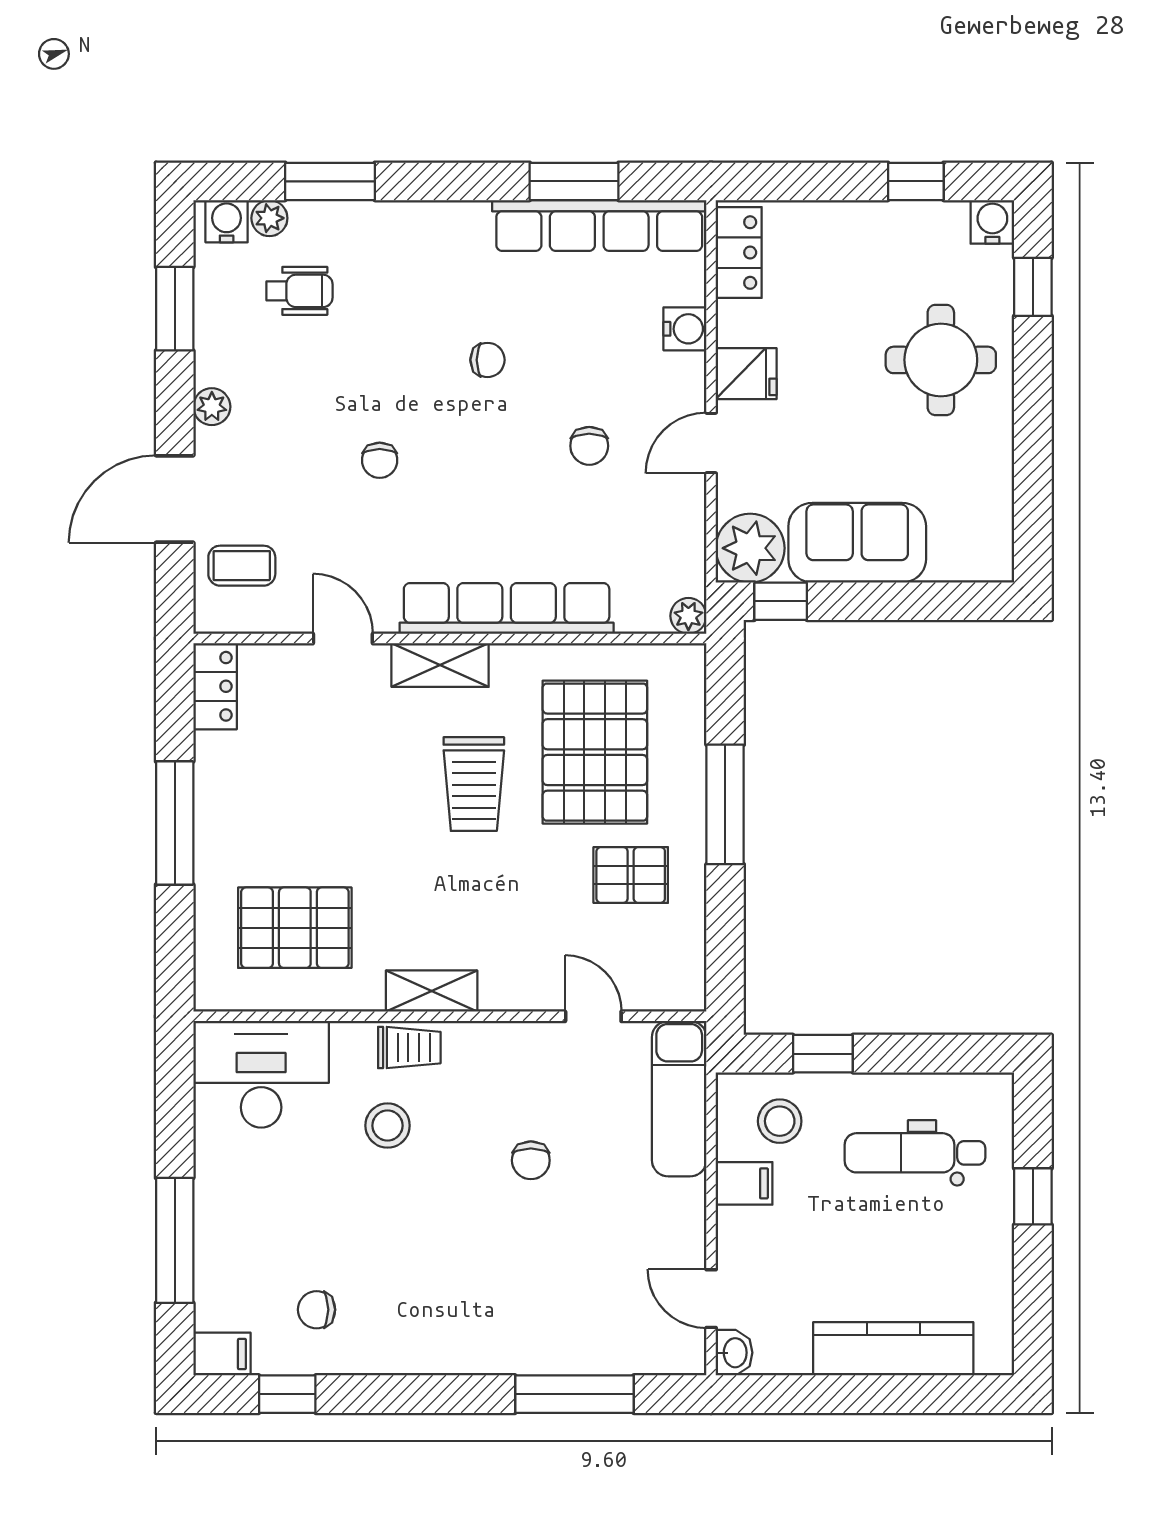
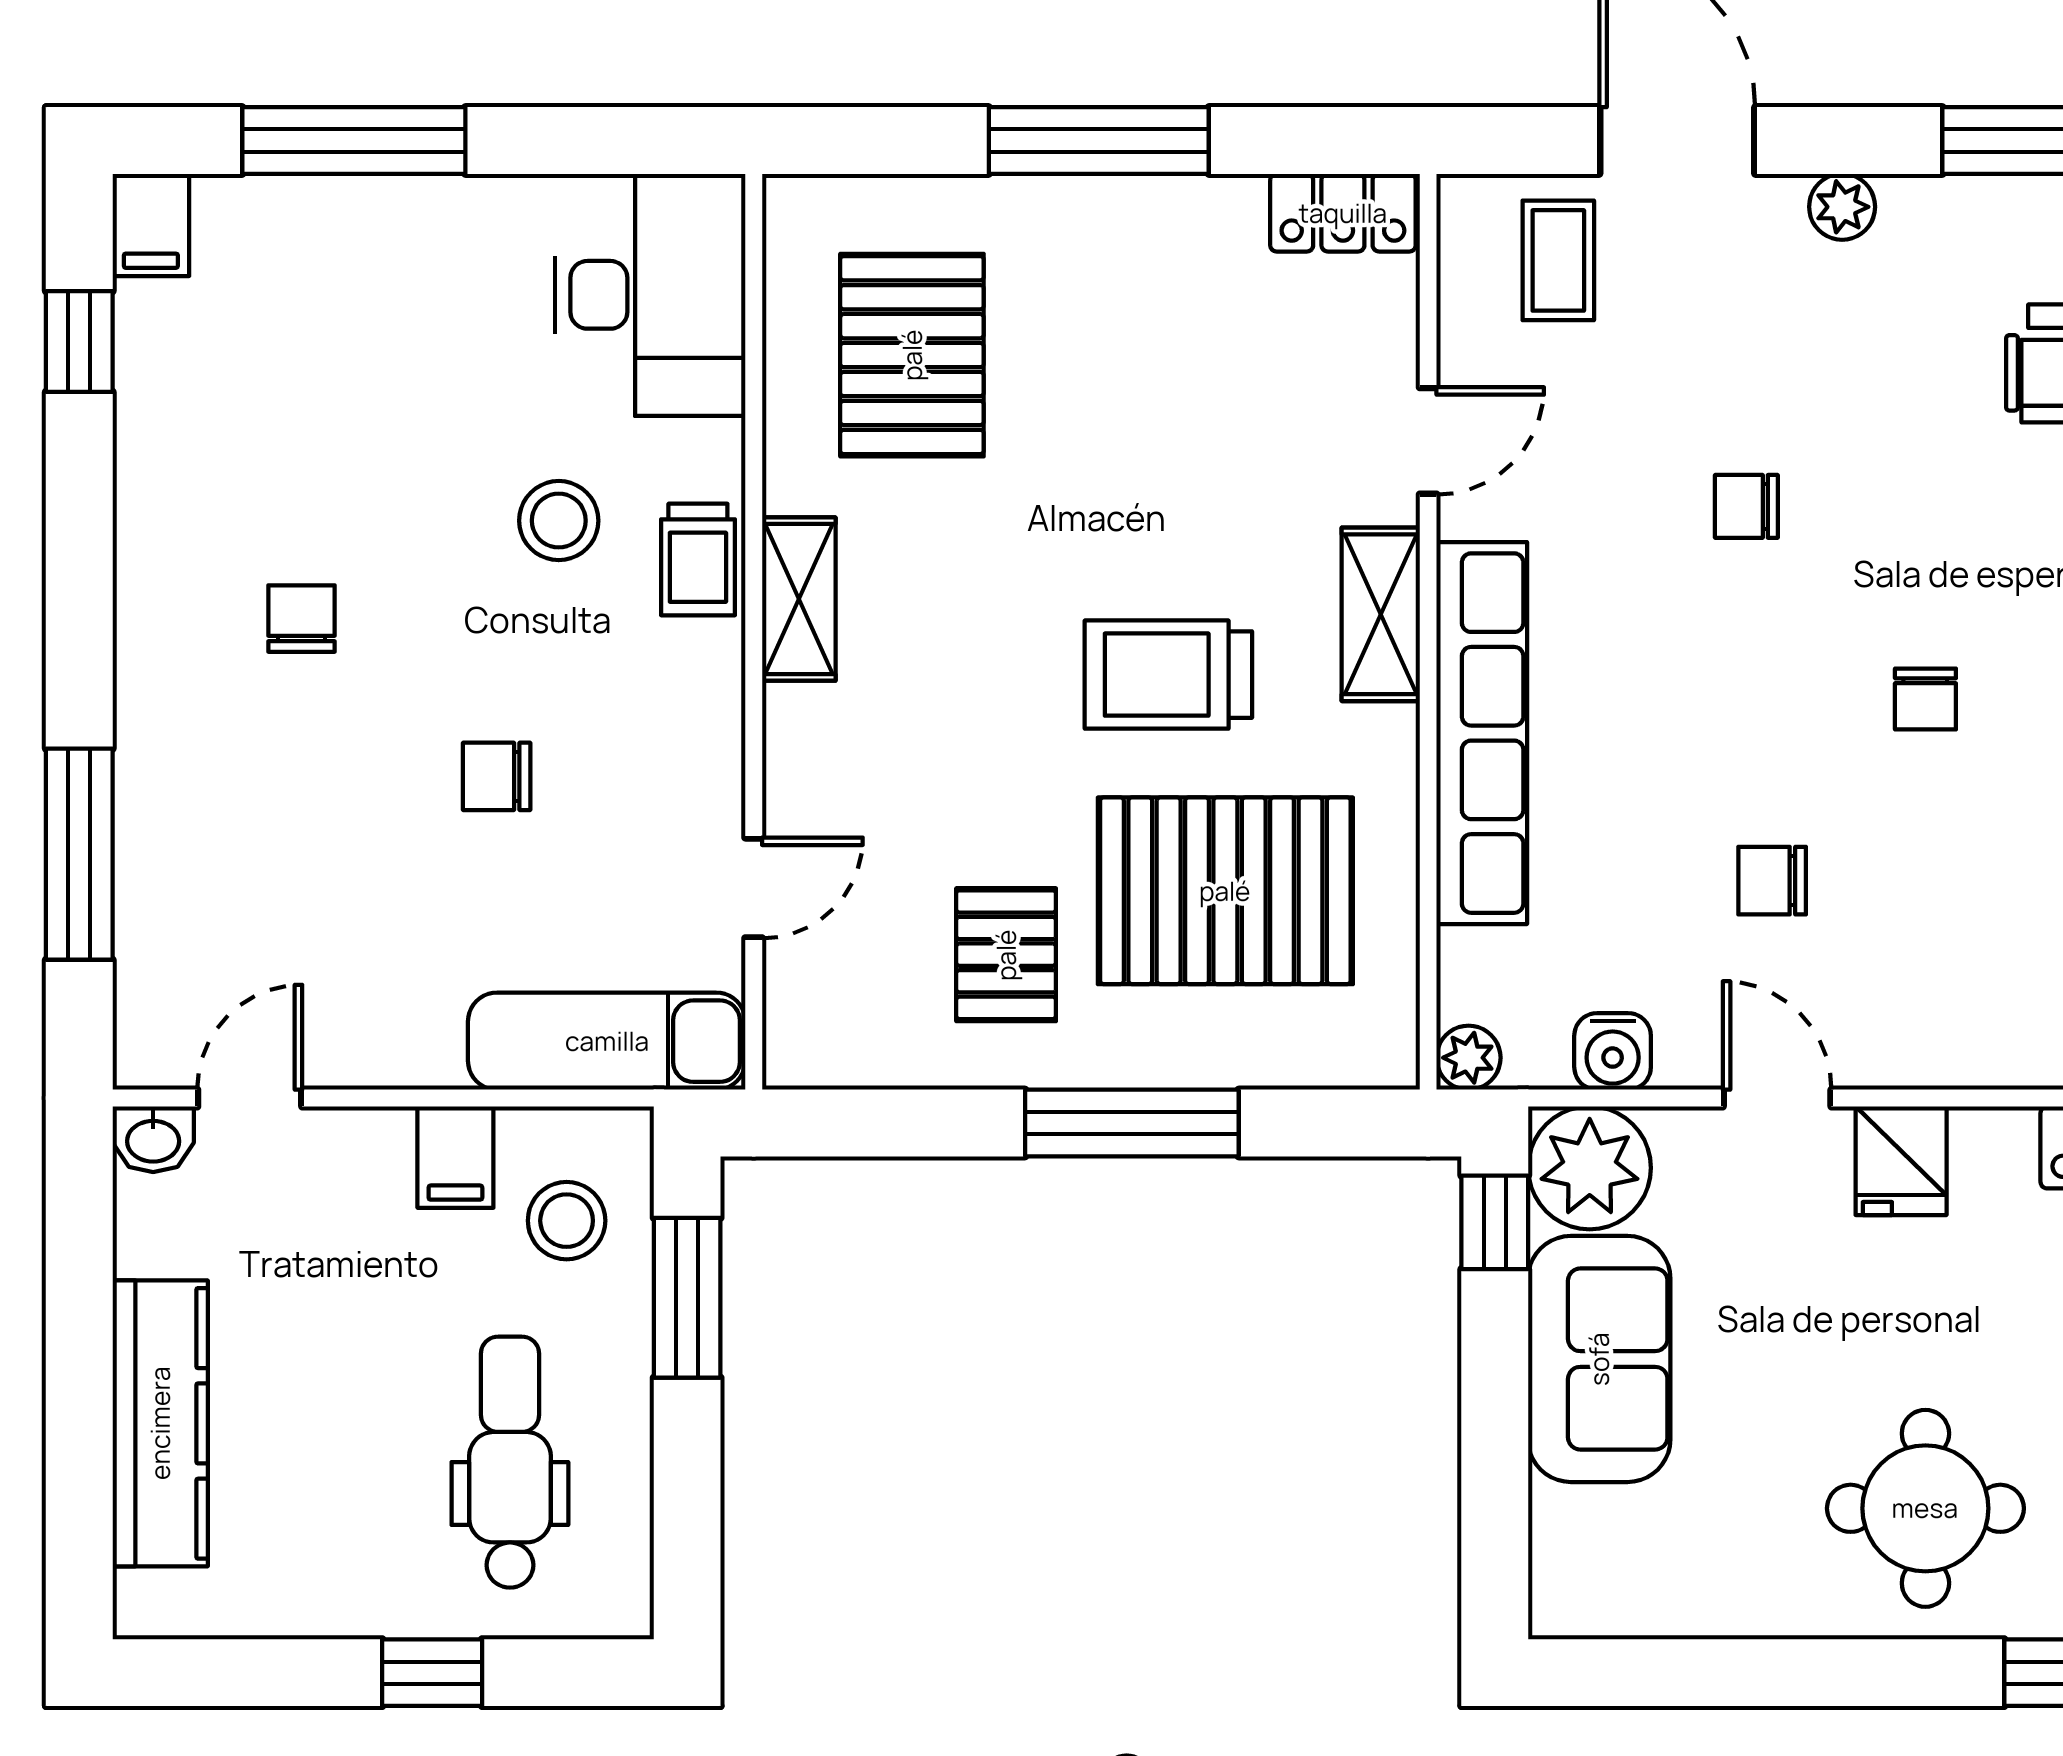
water cooler: (685, 329) -> (1613, 1051), moved
window: (823, 1054) -> (687, 1298), width x1.50
chair: (317, 1310) -> (301, 619), moved

